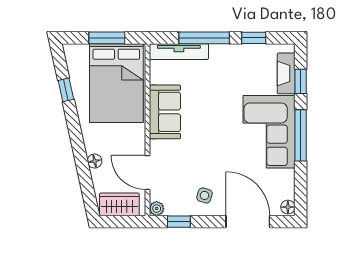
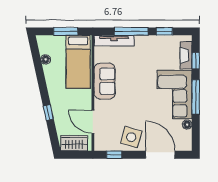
bed: (116, 83) -> (78, 62), width x0.67
window: (66, 90) -> (48, 113), moved
floor lamp: (95, 161) -> (46, 59), moved
side table: (205, 195) -> (131, 137), width x1.87, depth x1.87
floor lamp: (288, 207) -> (187, 125), moved
plant: (157, 209) -> (99, 146), removed

